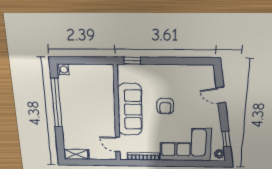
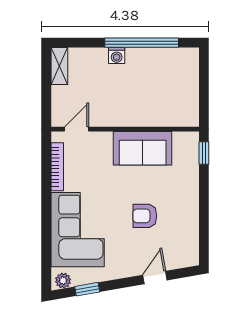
washing machine: (63, 69) -> (117, 56), moved
armchair: (165, 106) -> (145, 216), moved
sofa: (130, 110) -> (143, 148), width x0.73

